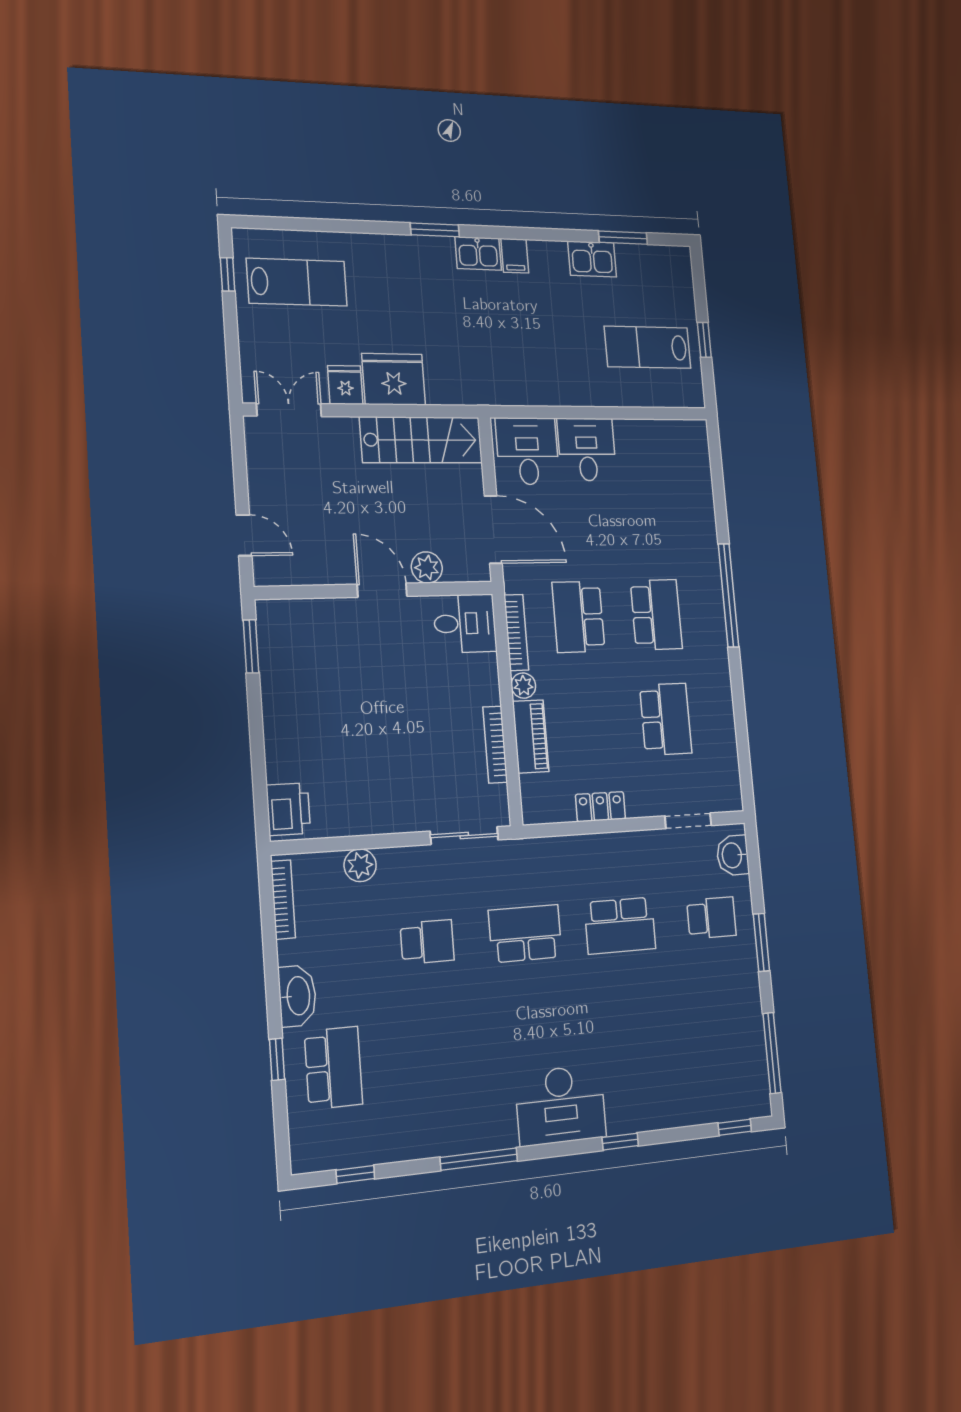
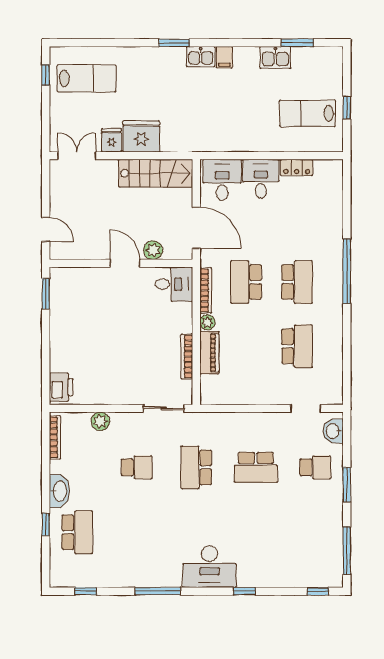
locker: (600, 807) -> (297, 167), moved, turned 180
school desk: (525, 934) -> (196, 467), turned -90

